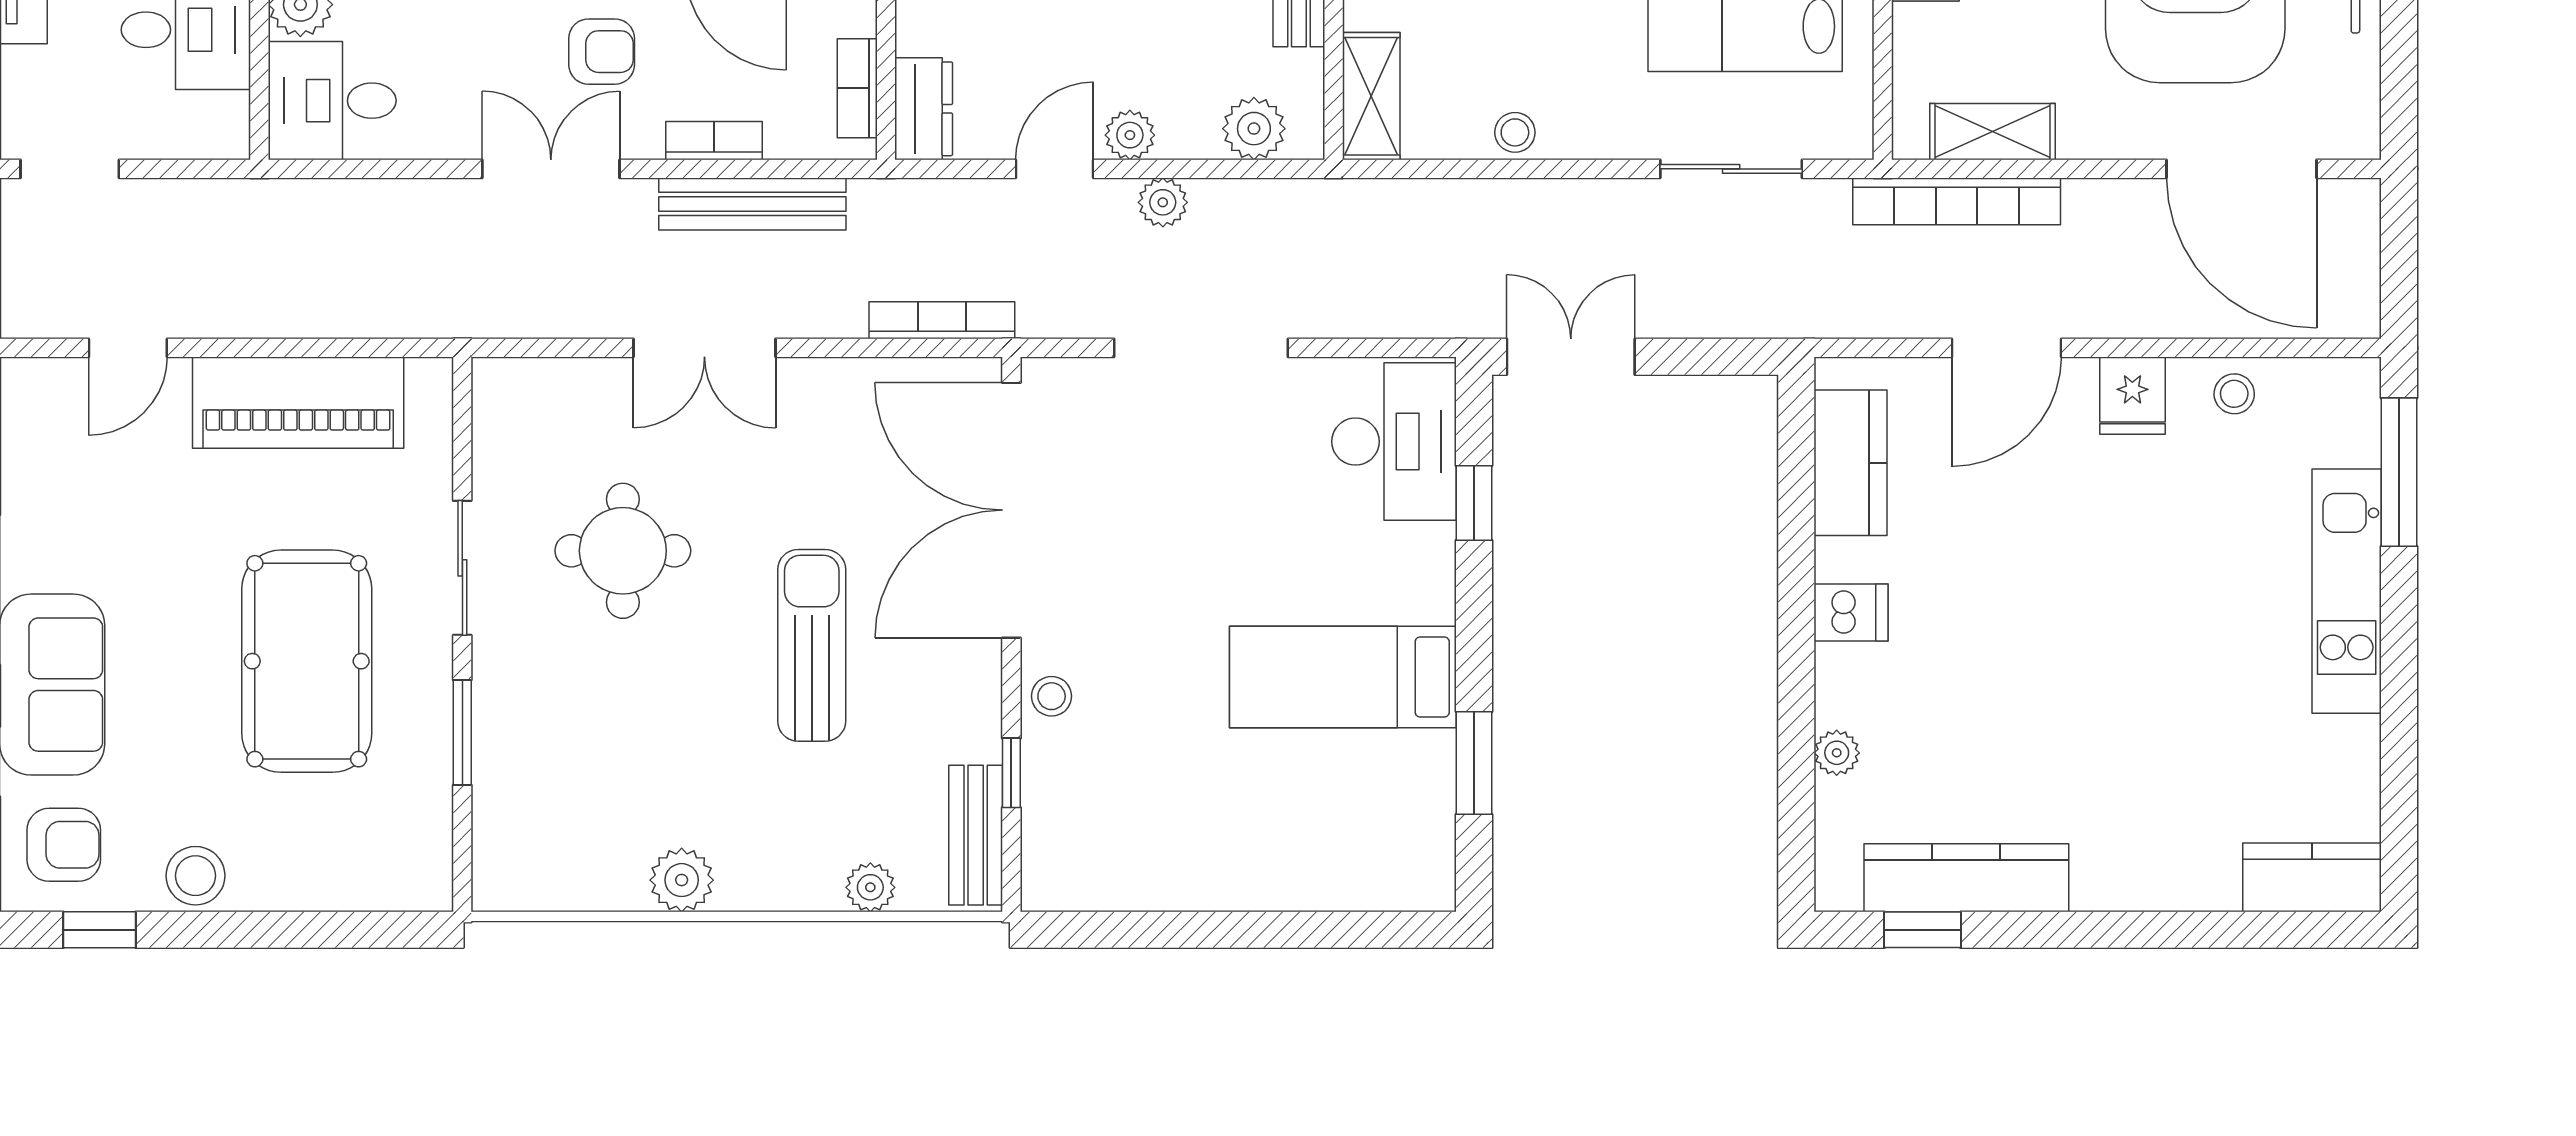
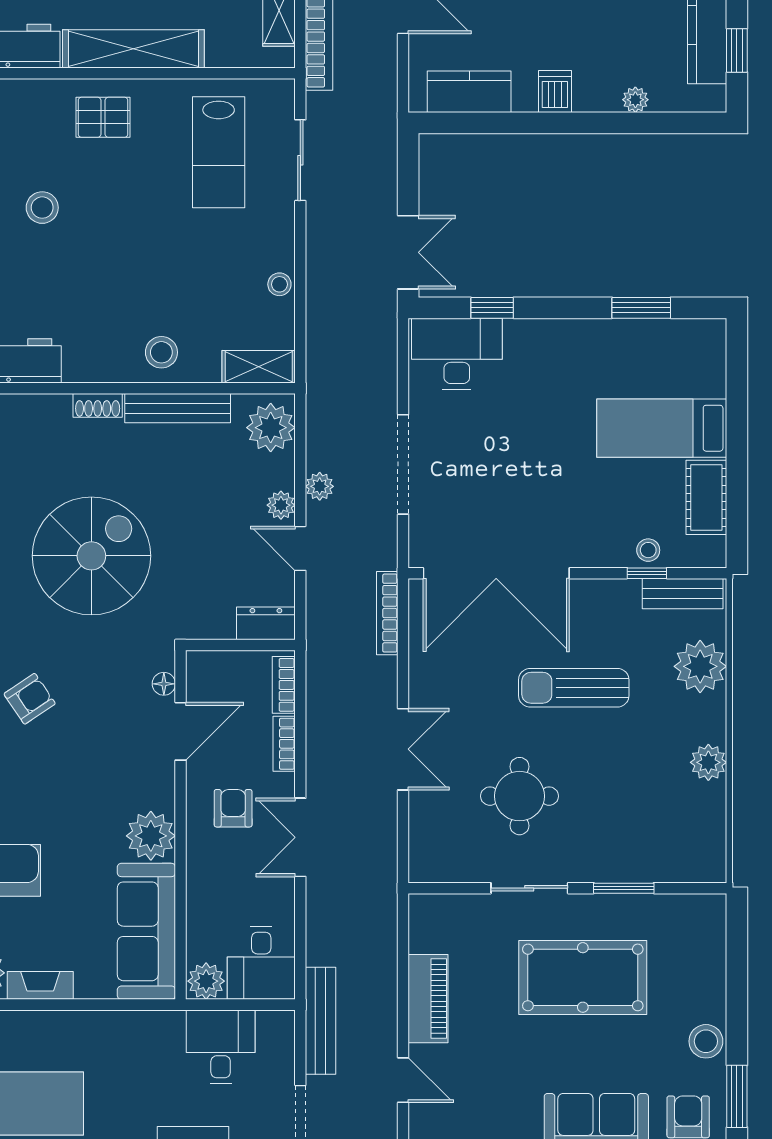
bookcase: (857, 88) -> (284, 685), moved, turned 90
plant: (1254, 129) -> (271, 428), width x1.36, depth x1.36
bench: (752, 204) -> (321, 1021), moved
double door: (1571, 357) -> (408, 252), swing flipped
piano: (298, 403) -> (428, 999), width x0.73, depth x0.75
bed: (1343, 677) -> (662, 428), moved, turned 90
stool: (1052, 696) -> (648, 550), moved
cot: (1143, 877) -> (706, 497), added
plant: (870, 887) -> (700, 666), width x1.87, depth x1.87
window: (100, 930) -> (737, 1096), width x1.50

